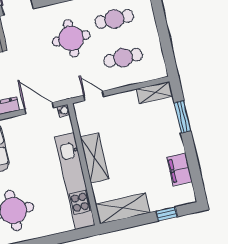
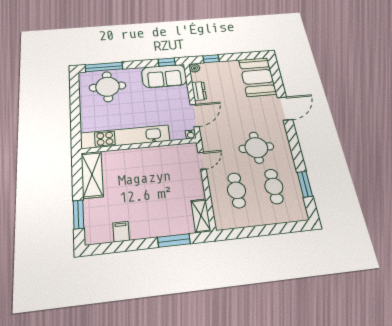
shelving: (94, 158) -> (144, 155), removed
filing cabinet: (179, 169) -> (121, 232), width x0.50
window: (167, 214) -> (78, 214), width x1.50

